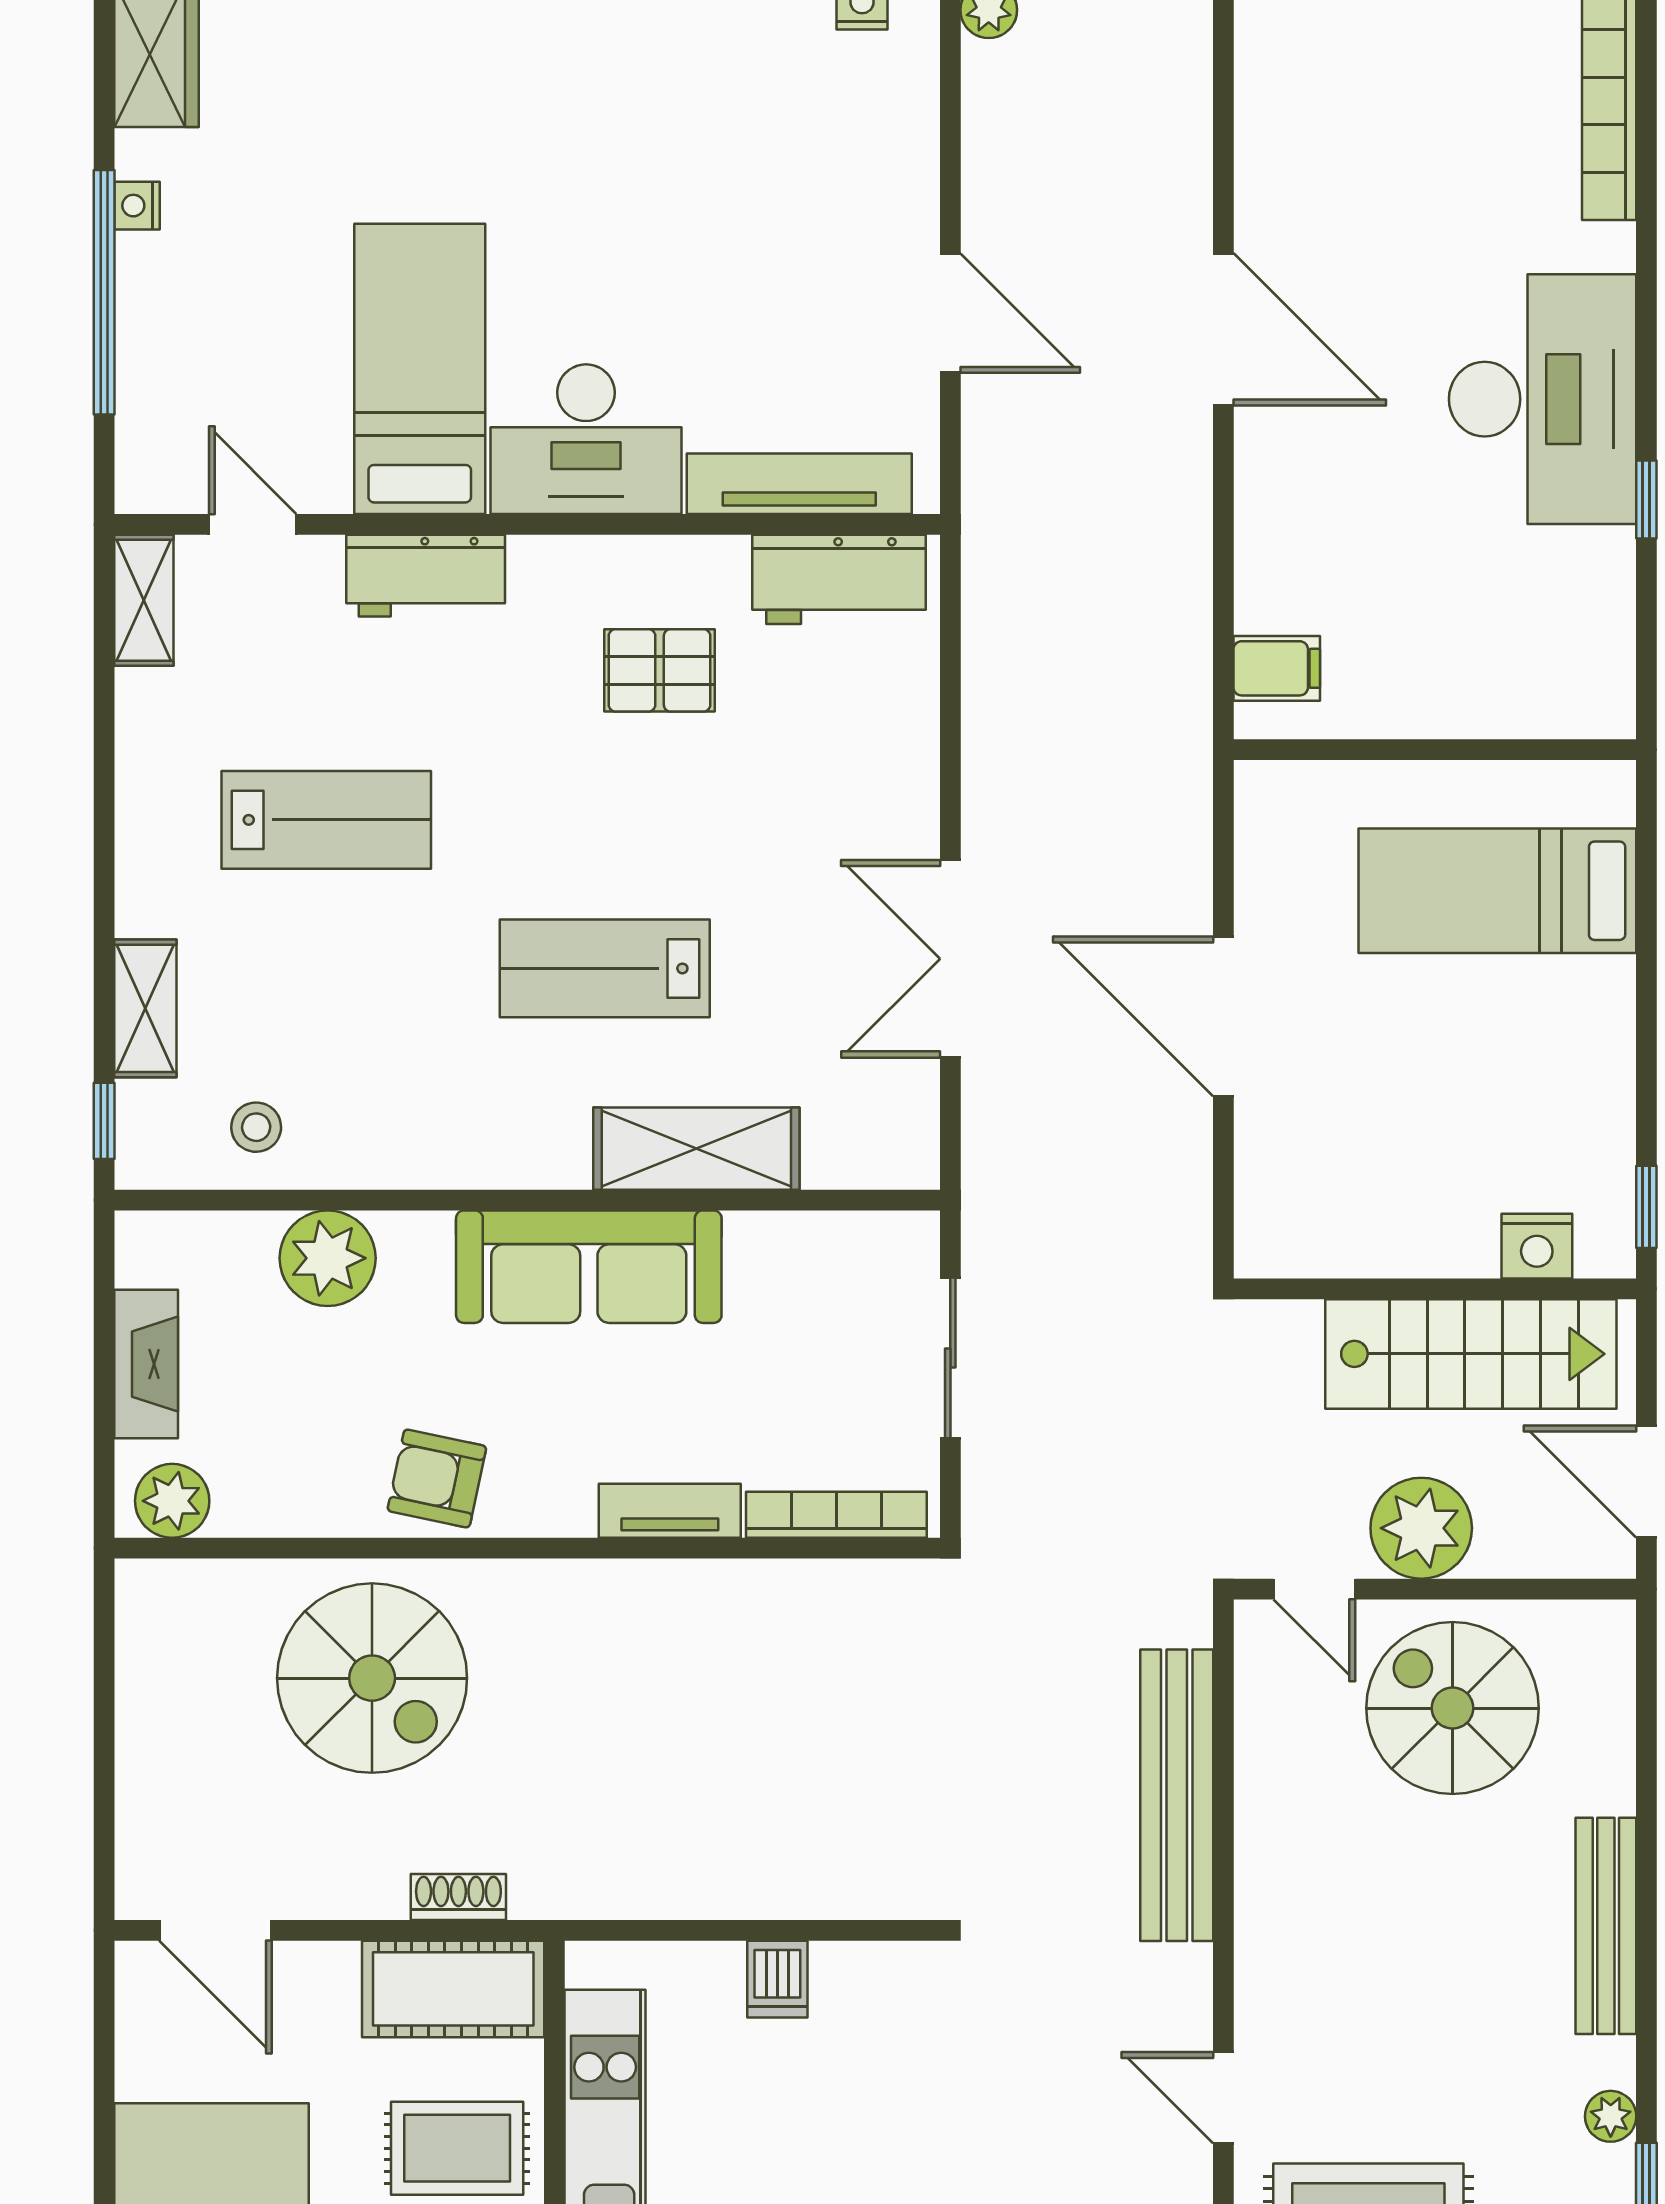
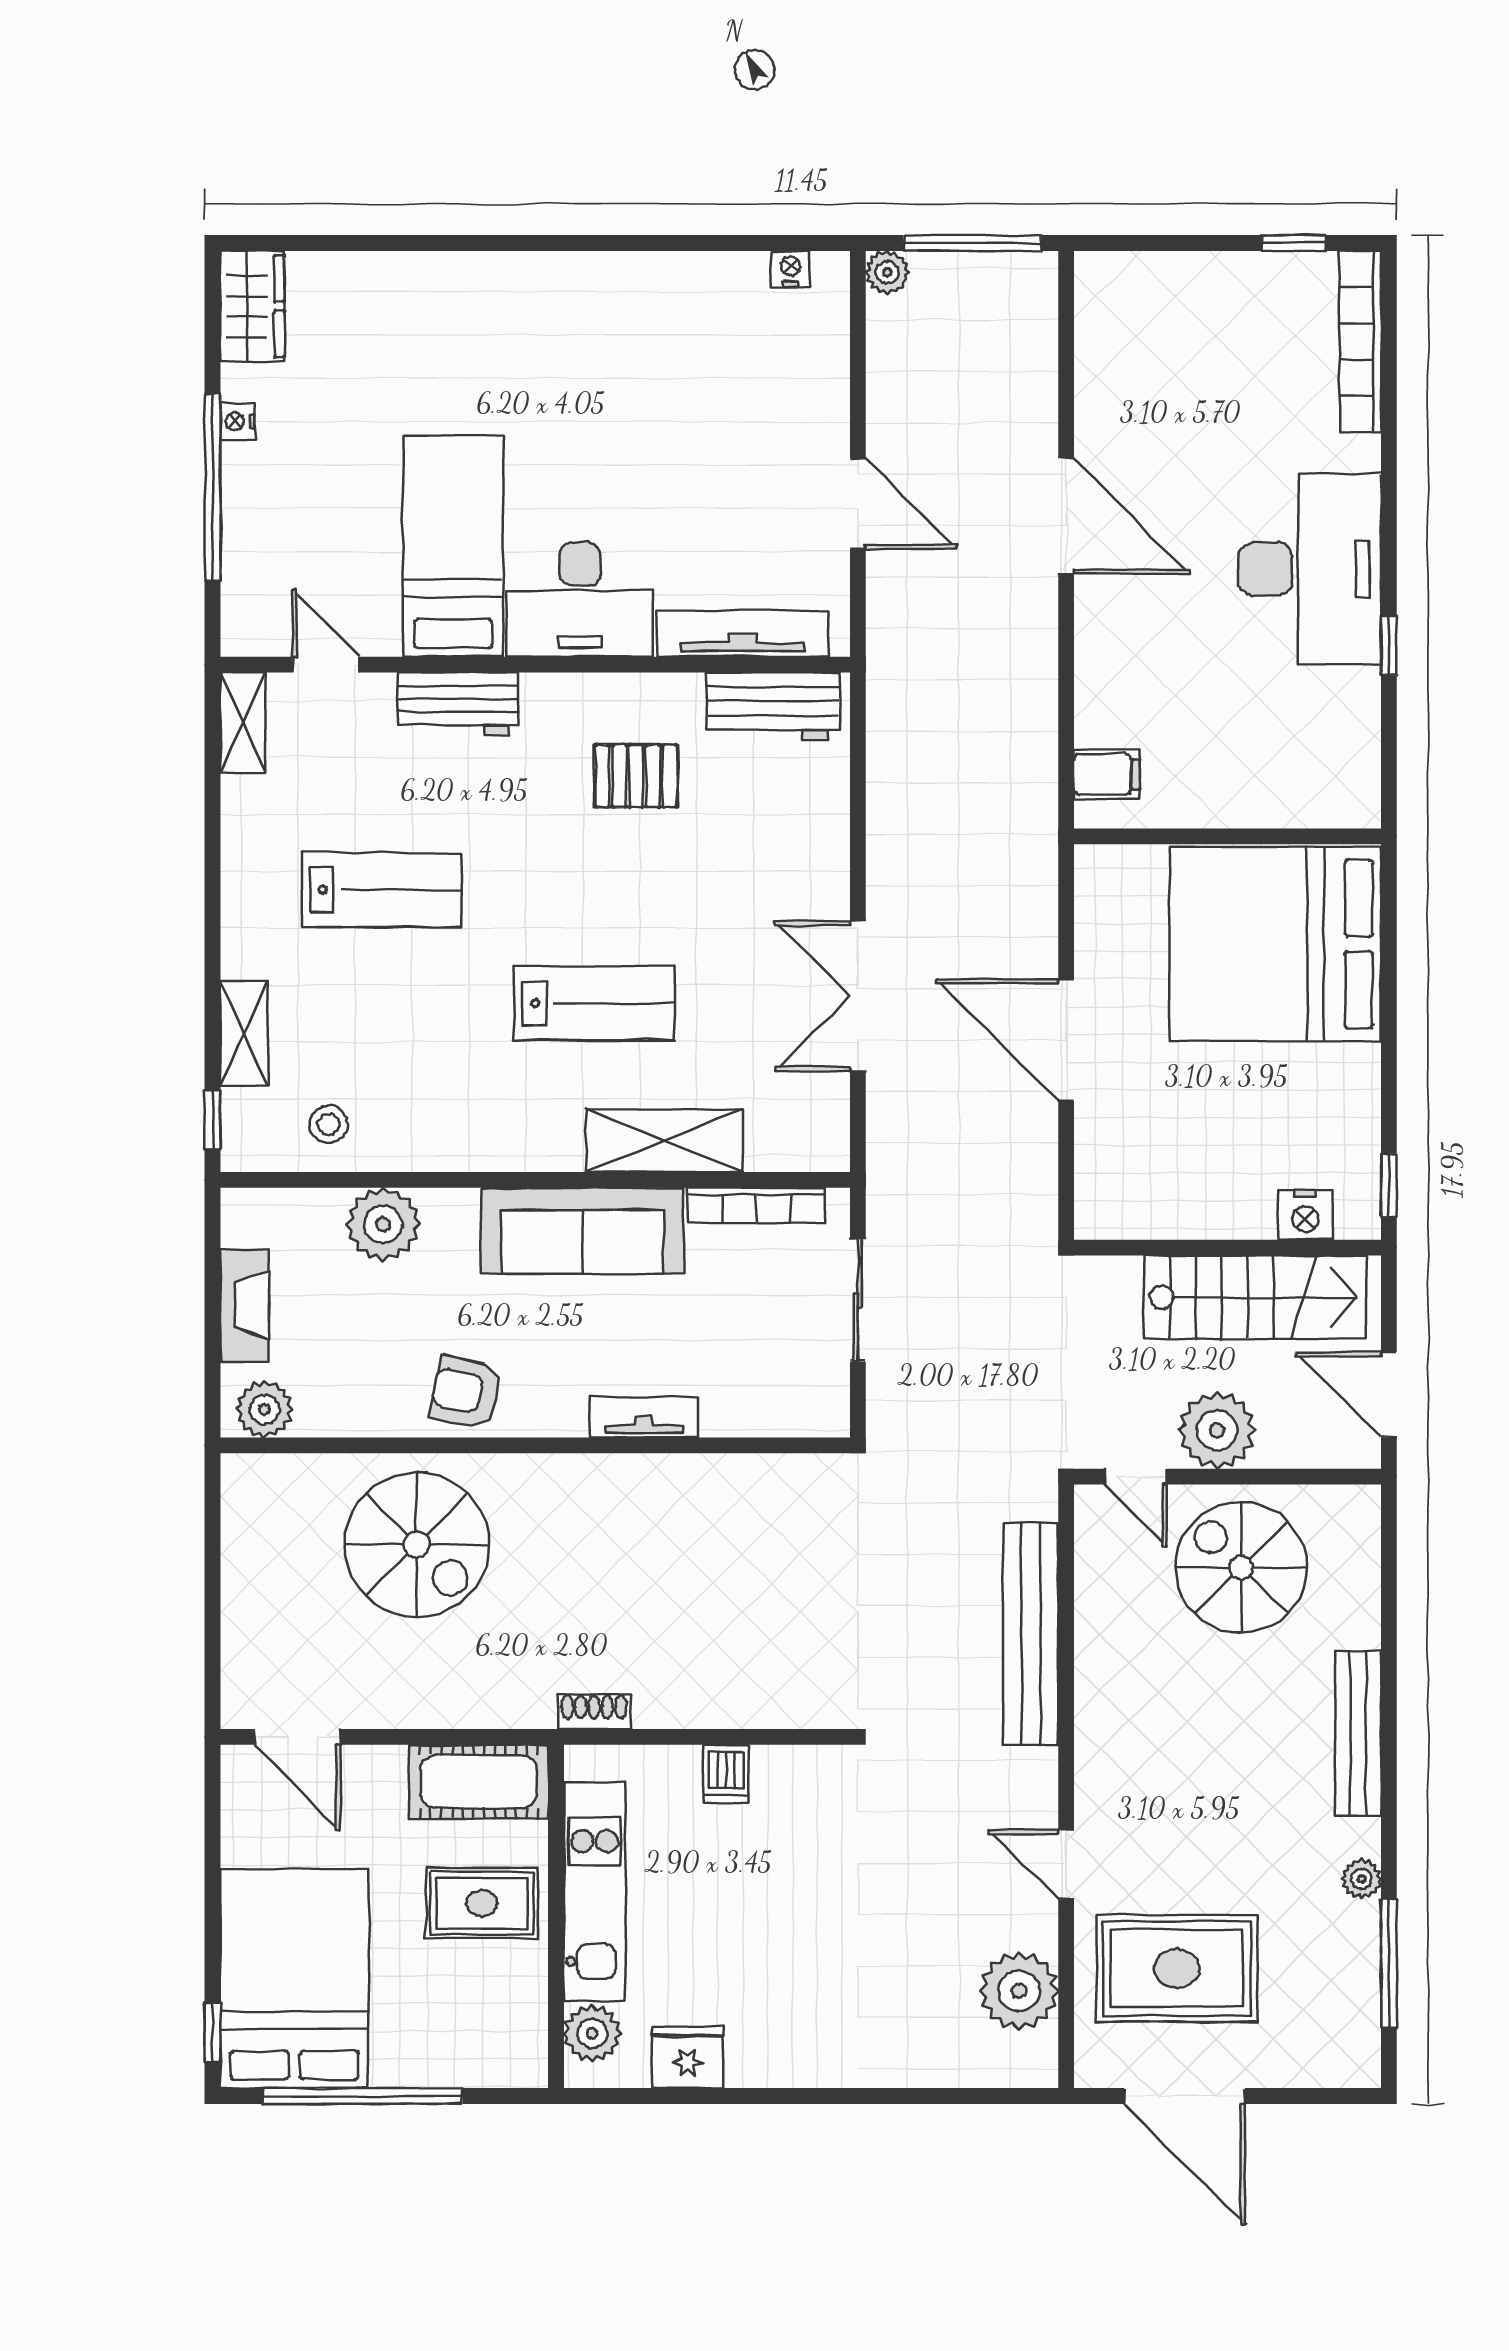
bed: (1497, 891) -> (1275, 944), width x2.04
lab bench: (605, 968) -> (594, 1003), turned 180
bookcase: (836, 1515) -> (756, 1205), moved, turned 180
shoe rack: (458, 1897) -> (594, 1711), moved

